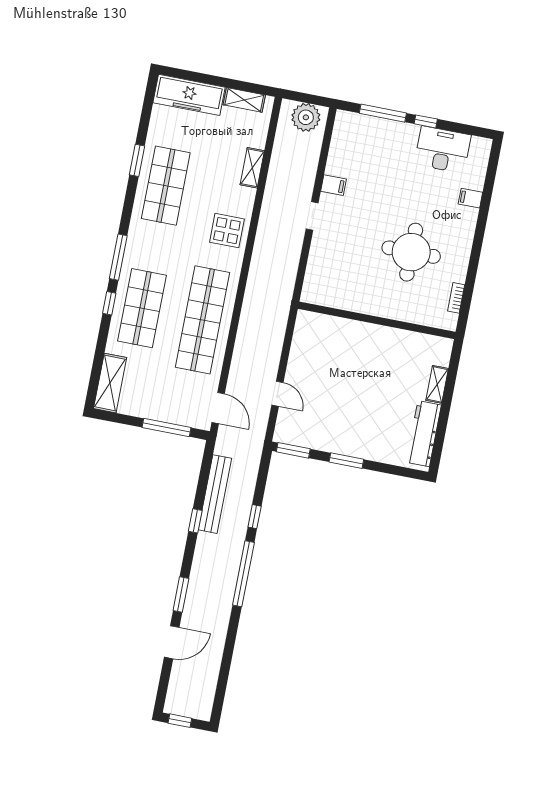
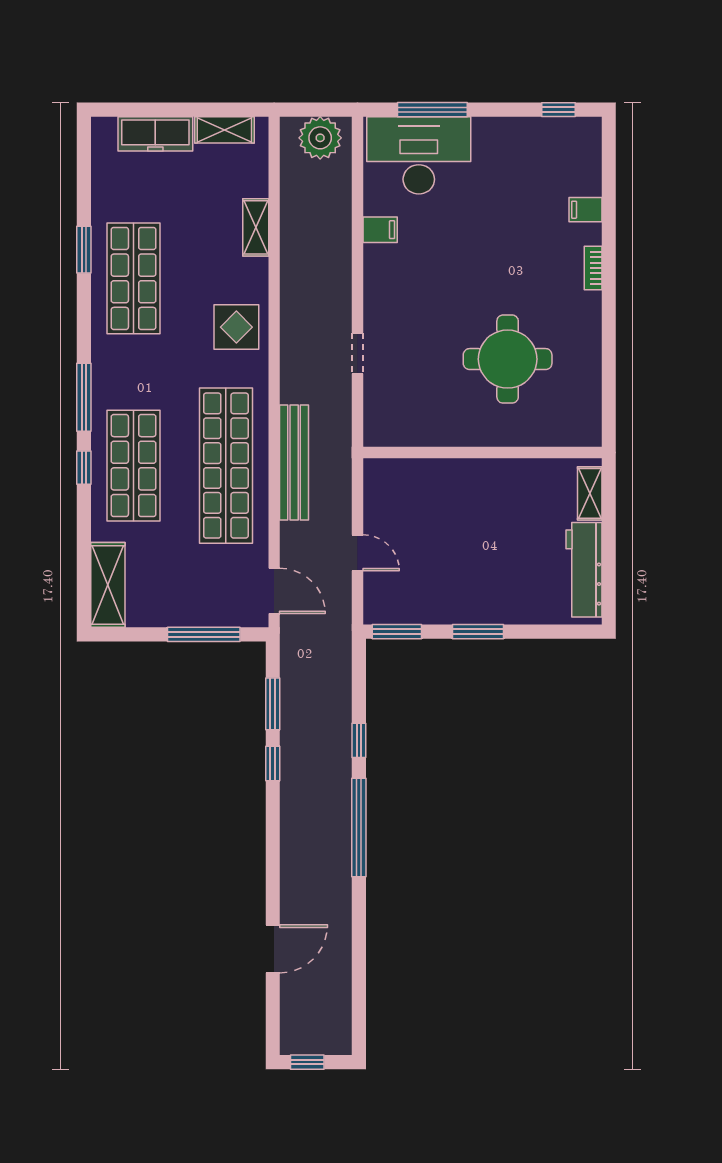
freezer: (189, 95) -> (155, 134), width x0.73, depth x0.79
window: (426, 121) -> (558, 110), moved
desk: (443, 150) -> (419, 155), moved, width x1.36, depth x1.30
doorway: (312, 216) -> (357, 353), moved
round table: (411, 252) -> (508, 359), moved
bookcase: (456, 298) -> (593, 268), moved
wall: (377, 320) -> (482, 453), moved
bench: (215, 494) -> (294, 462), moved
window: (181, 594) -> (273, 704), moved

